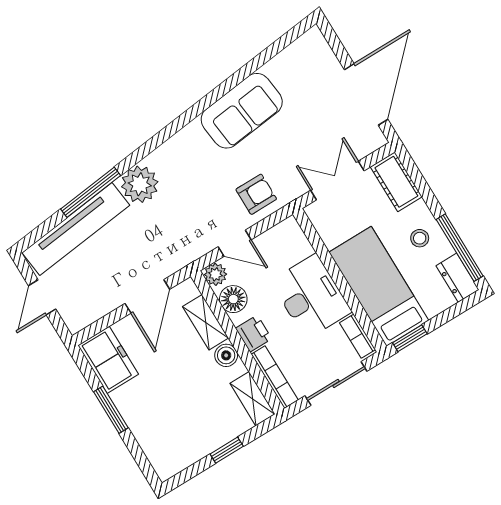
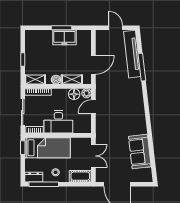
sofa: (242, 111) -> (140, 152), moved
plant: (140, 184) -> (134, 86), removed
armchair: (256, 194) -> (106, 125), removed
door: (147, 296) -> (93, 65), swing flipped
printer: (254, 334) -> (58, 94), removed
freezer: (108, 360) -> (64, 37), moved

